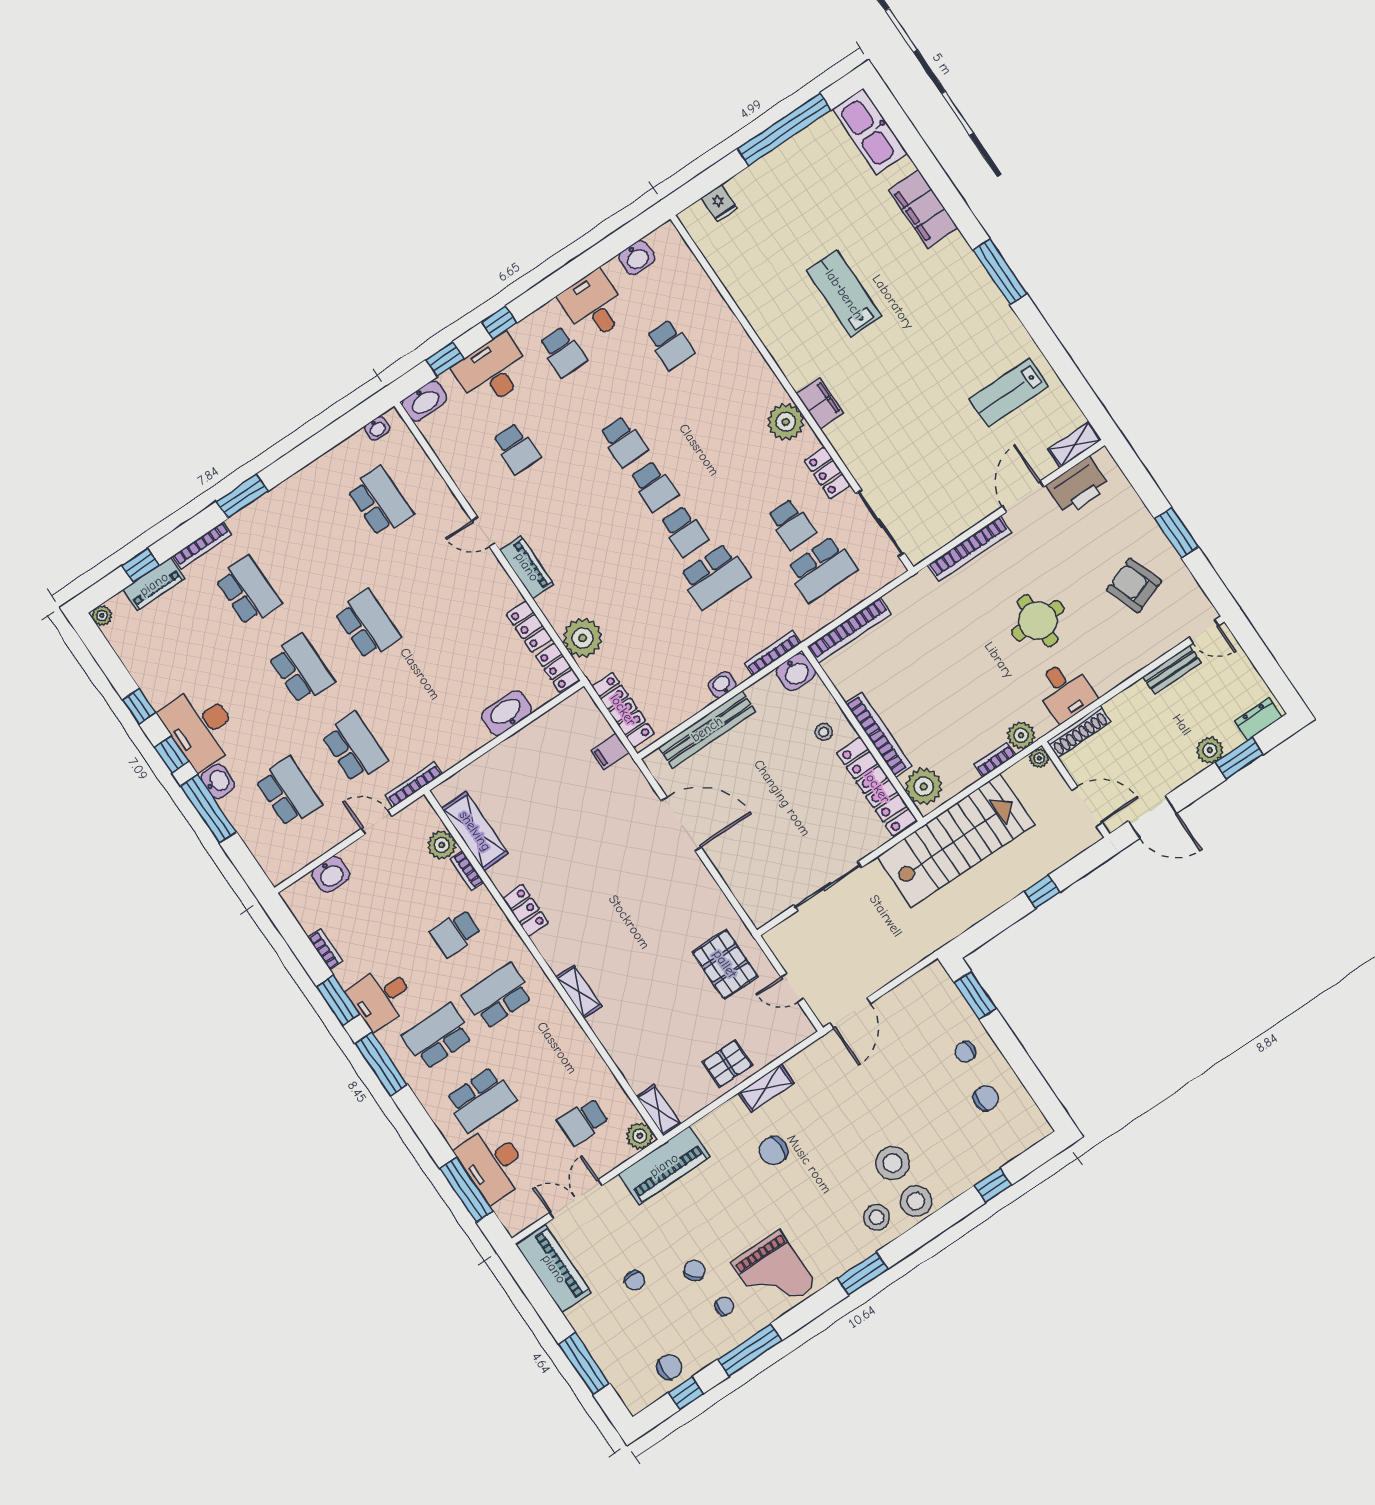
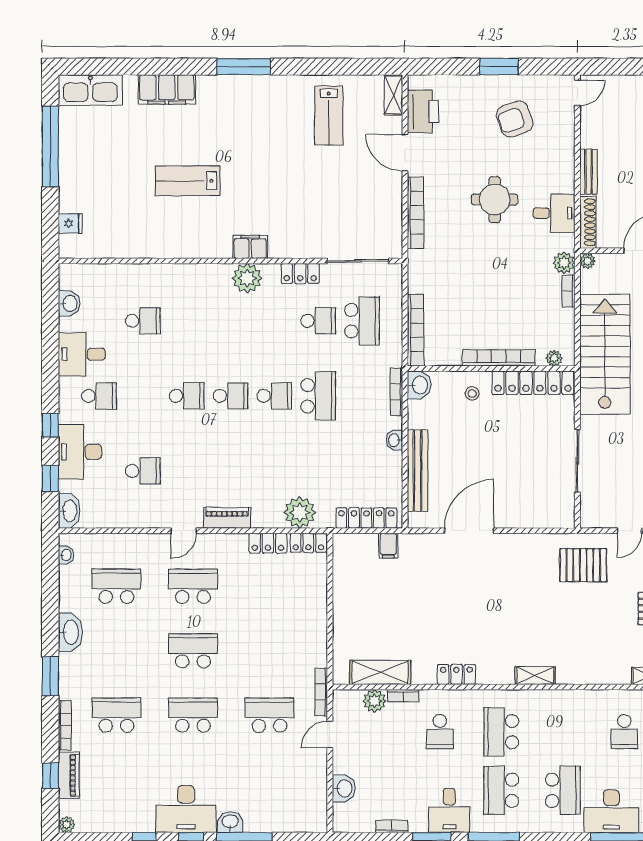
bench: (1172, 670) -> (589, 172), moved
washbasin: (507, 713) -> (70, 632), moved, turned 180
plant: (924, 786) -> (554, 358), width x0.53, depth x0.53
school desk: (288, 792) -> (193, 586), moved

